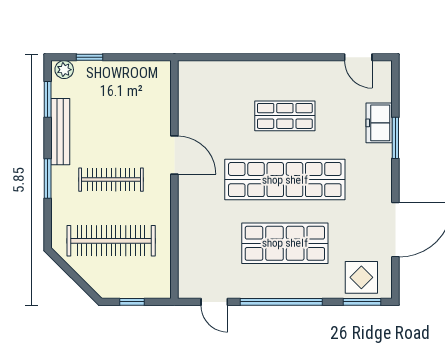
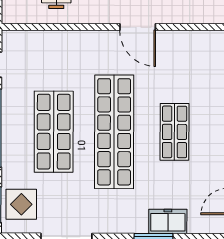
door: (174, 155) -> (138, 27), hinge flipped

